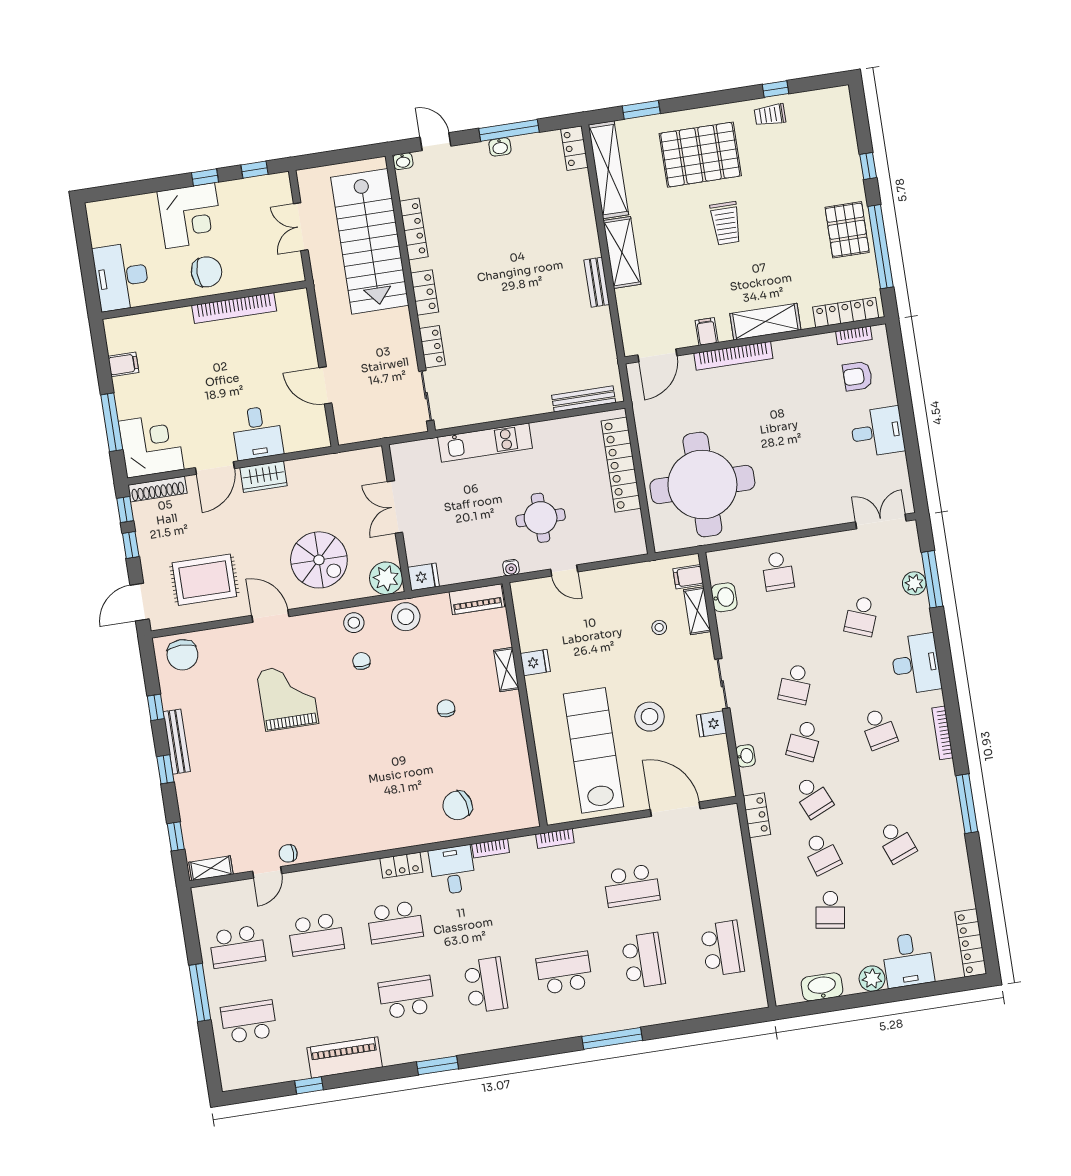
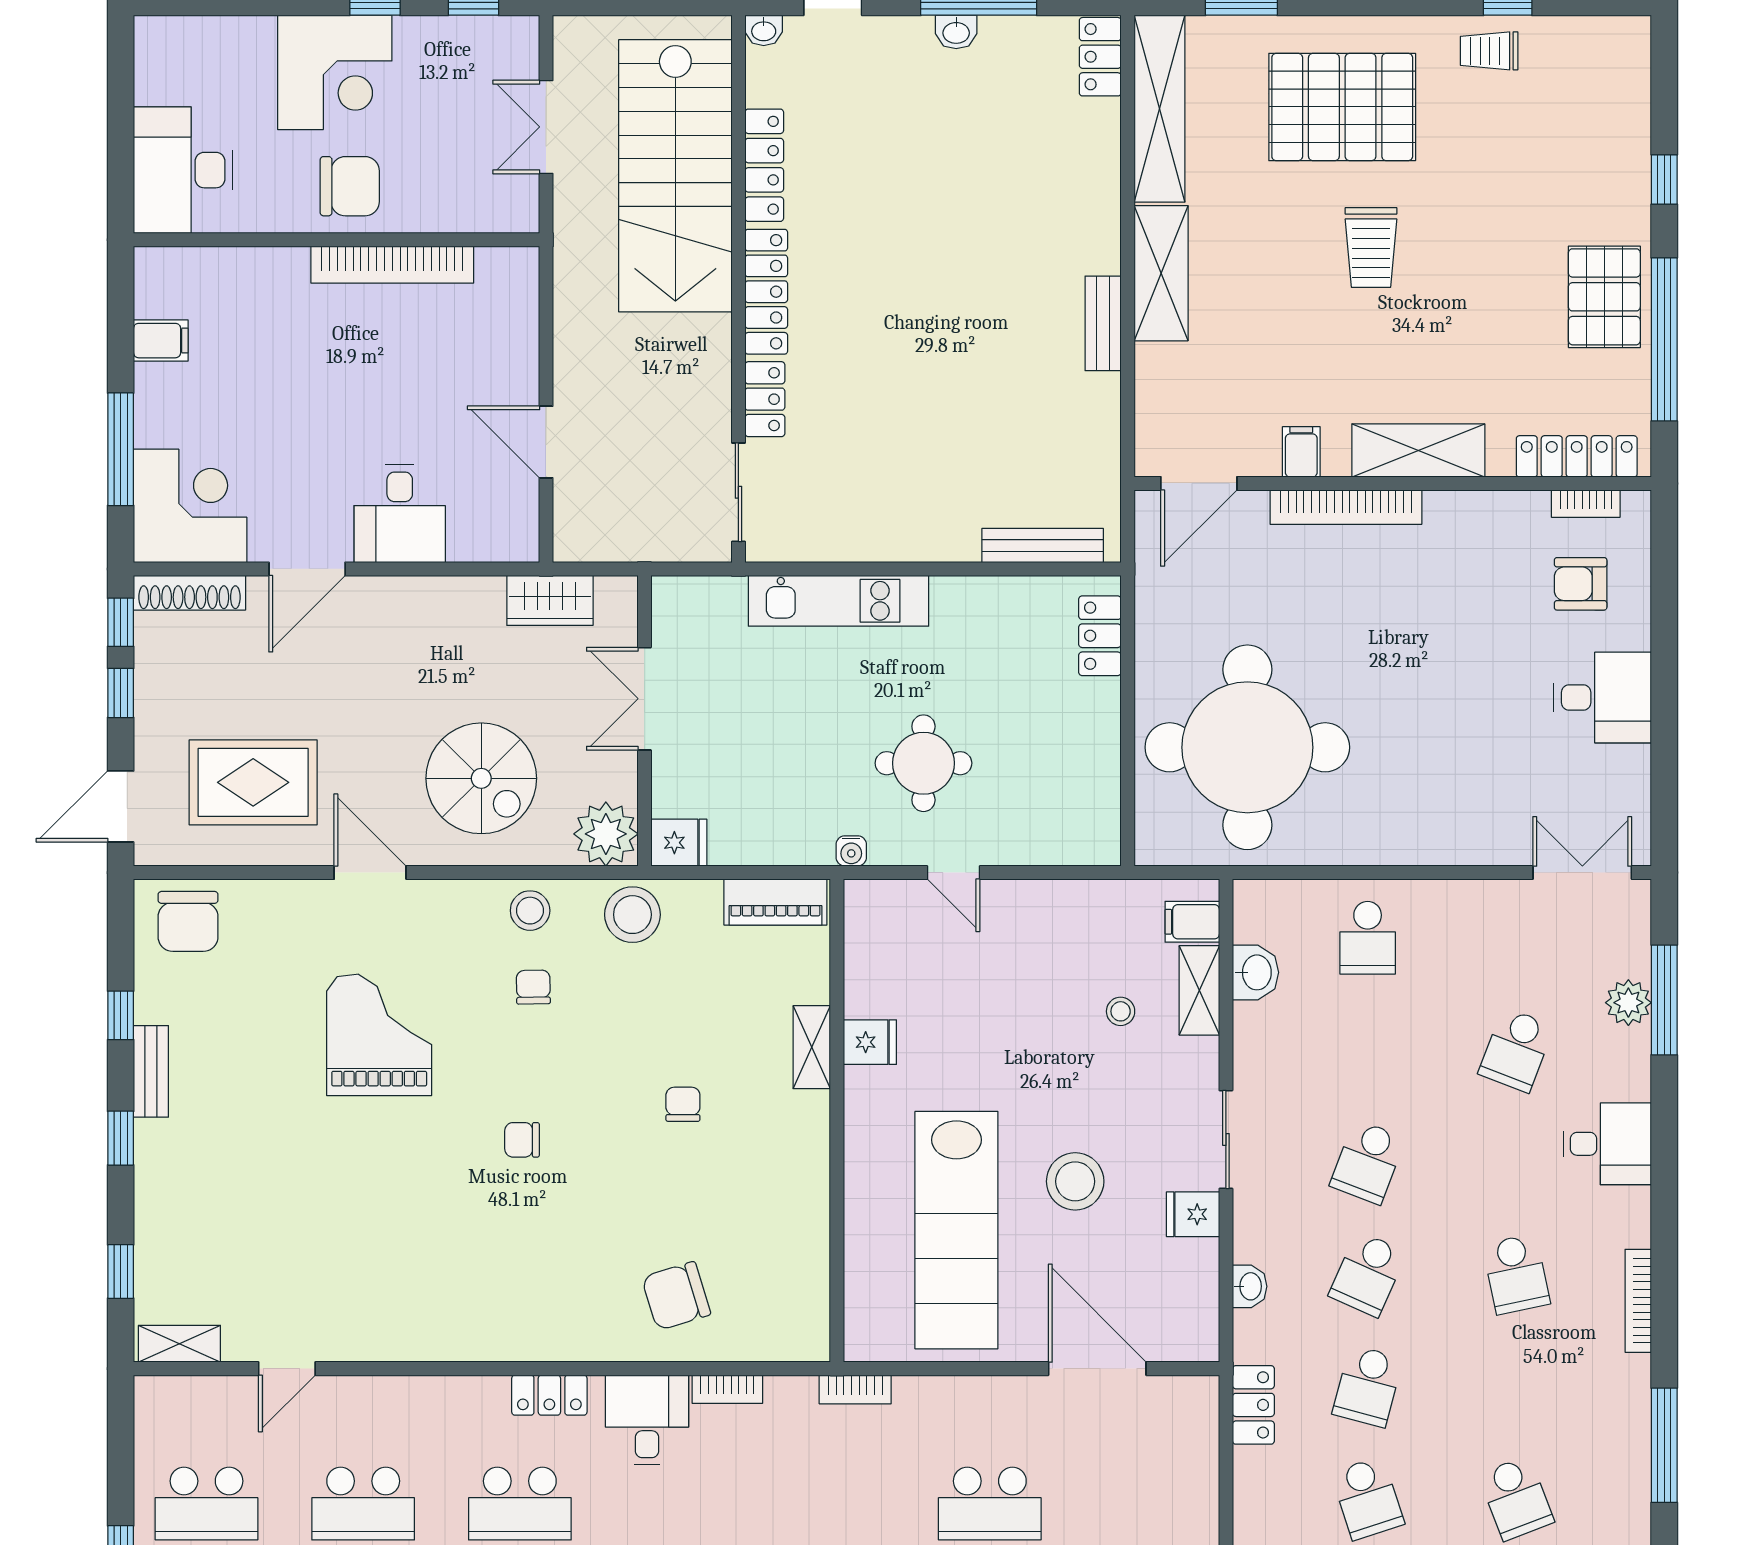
locker: (425, 293) -> (766, 292), width x1.53
locker: (621, 465) -> (1100, 636), width x0.46, depth x0.83
wardrobe: (264, 477) -> (550, 600), moved
desk: (916, 664) -> (1607, 1144), width x0.73
bench: (177, 742) -> (151, 1071), width x0.73
lab bench: (594, 750) -> (956, 1230), turned 180
school desk: (813, 797) -> (1368, 1386), turned 39
chair: (288, 853) -> (522, 1140), moved

